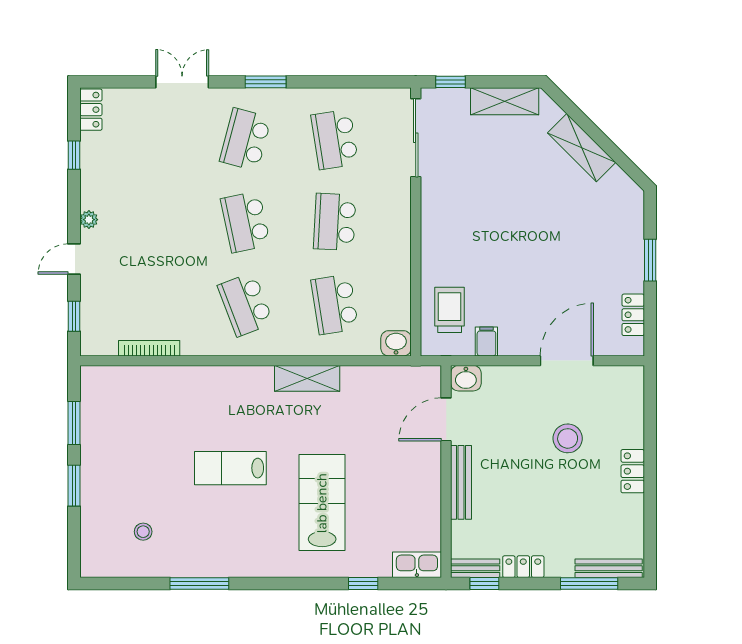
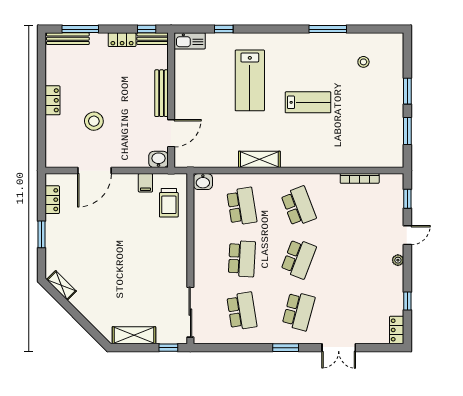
shelving: (582, 148) -> (61, 285), moved, width x0.67, depth x0.75
school desk: (245, 222) -> (299, 259), turned 33

